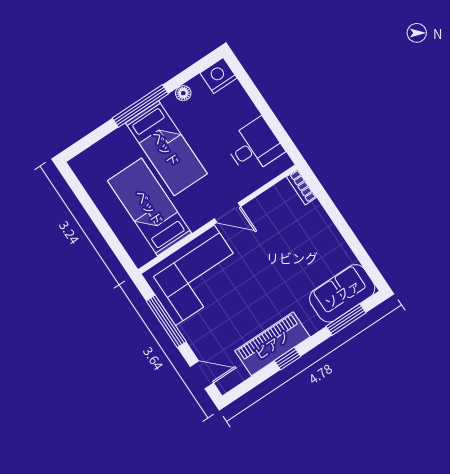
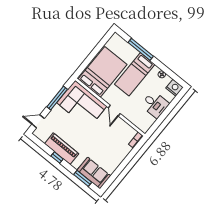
window: (140, 106) -> (141, 49), moved
desk: (254, 146) -> (155, 105), moved
bed: (150, 207) -> (102, 72), width x1.50
door: (202, 375) -> (38, 121), swing flipped

